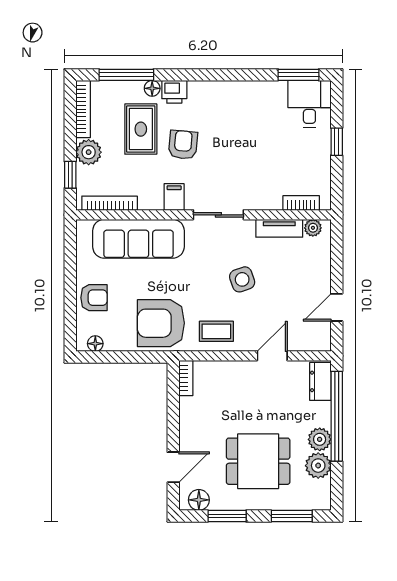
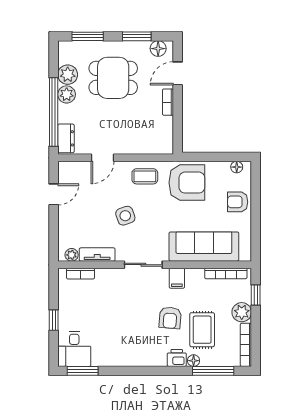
bookcase: (186, 378) -> (168, 102), moved

